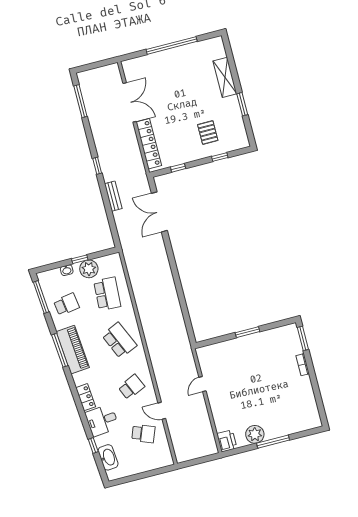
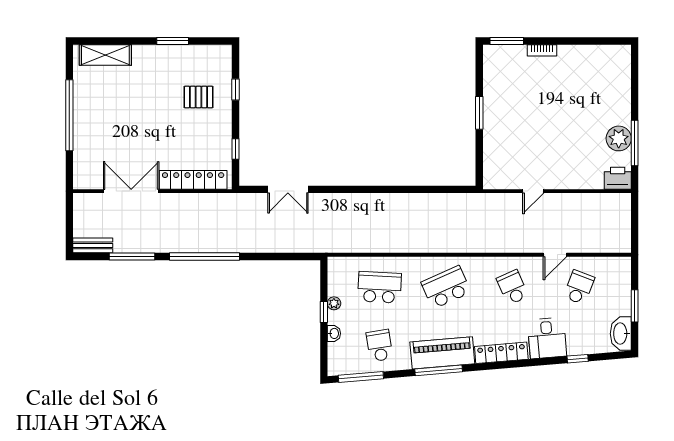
shelving: (225, 77) -> (105, 55), moved
window: (80, 101) -> (132, 257), moved
window: (97, 166) -> (205, 257), width x3.17
bench: (113, 196) -> (93, 245), moved
double door: (159, 212) -> (288, 189), width x0.73
plant: (89, 269) -> (334, 303), width x0.53, depth x0.53
door: (202, 384) -> (533, 191), hinge flipped
locker: (86, 397) -> (501, 353), width x1.53
window: (273, 442) -> (635, 143), moved
washbasin: (108, 457) -> (621, 334), moved, turned -85
window: (140, 476) -> (635, 306), added

